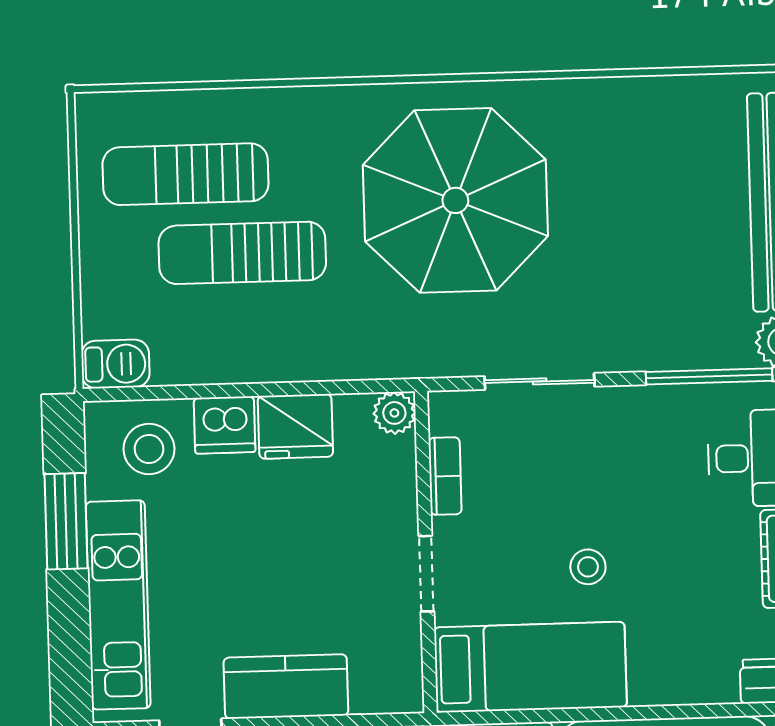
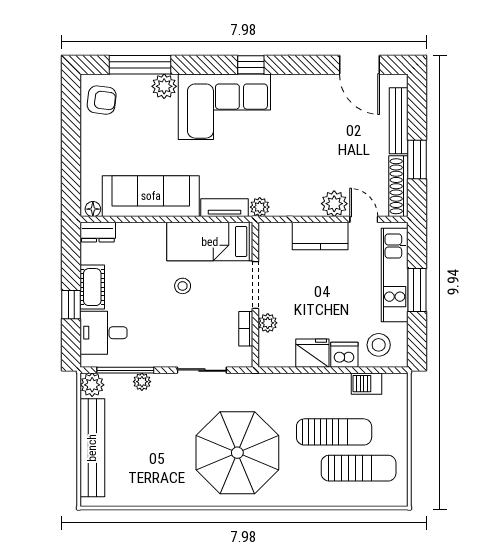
plant: (672, 352) -> (142, 382), added
barbecue: (115, 364) -> (366, 384), moved
plant: (394, 413) -> (268, 323), moved
window: (66, 521) -> (417, 290), moved
doorway: (426, 574) -> (255, 285), width x1.38

